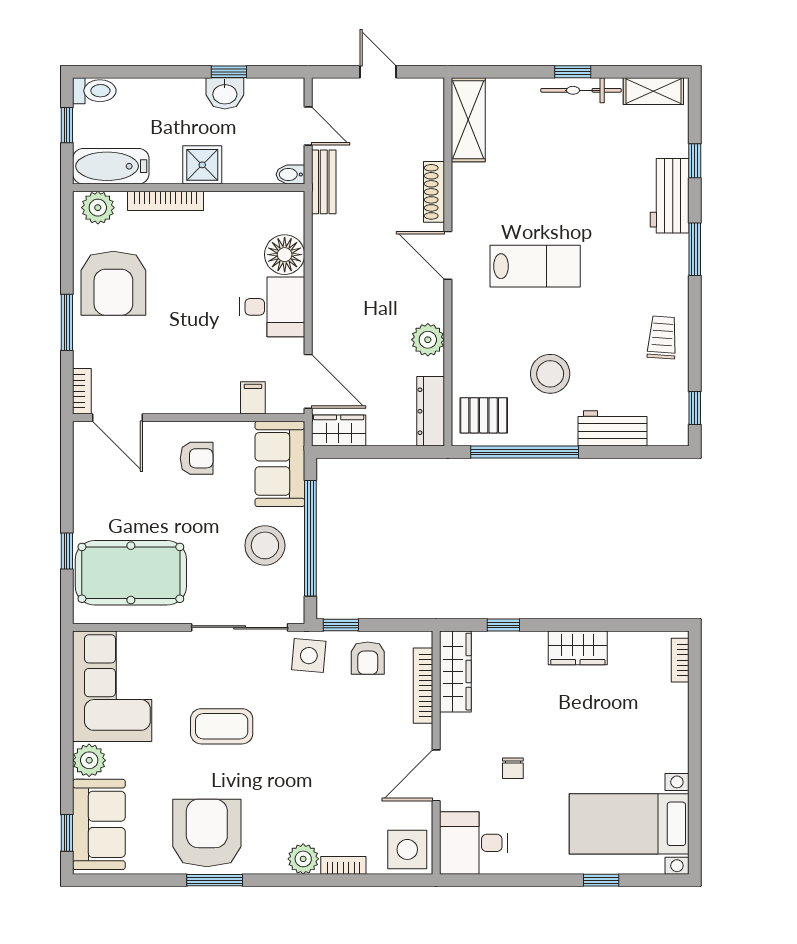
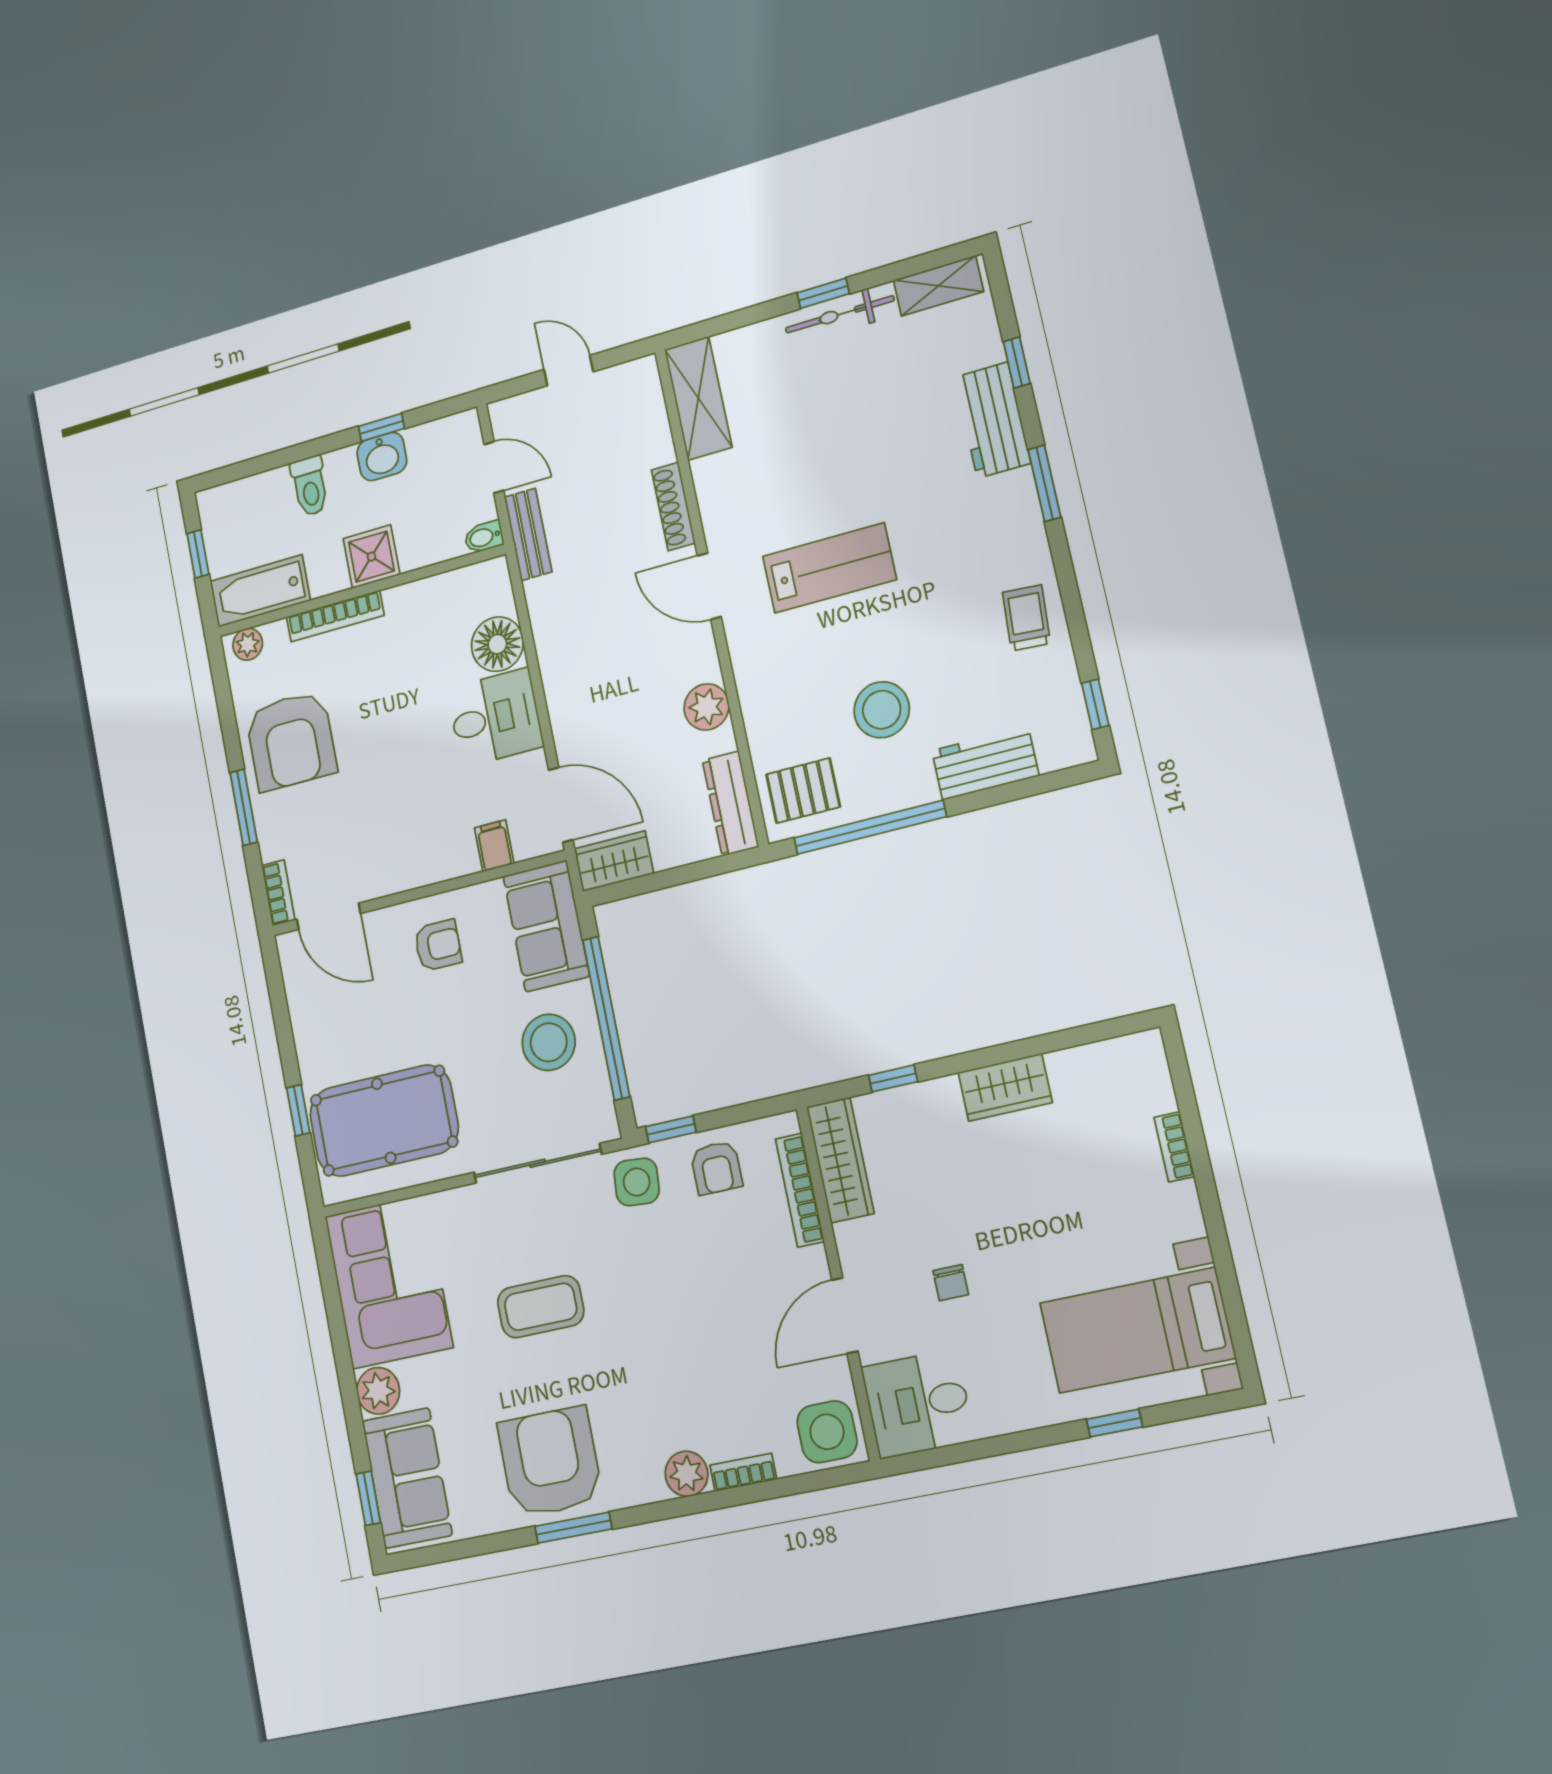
toilet: (94, 91) -> (310, 486), moved, turned 90
plant: (98, 208) -> (248, 644), width x0.73, depth x0.73
bookcase: (680, 660) -> (1174, 1147), moved

